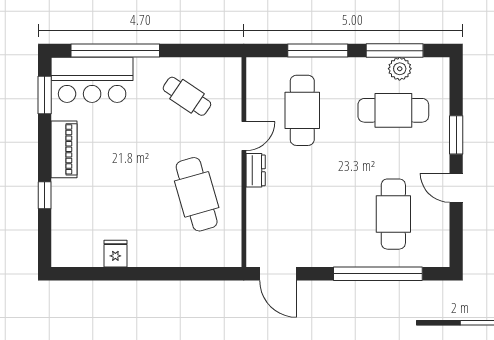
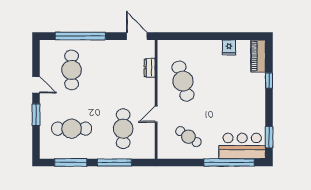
plant: (400, 69) -> (68, 152), removed
piano: (64, 149) -> (258, 56), moved
dresser: (256, 170) -> (150, 68), moved

